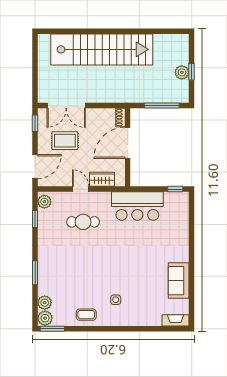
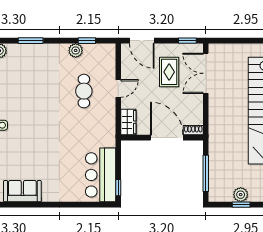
wardrobe: (102, 179) -> (128, 122), moved
plant: (44, 202) -> (76, 50), moved
bar counter: (137, 206) -> (101, 175), moved

